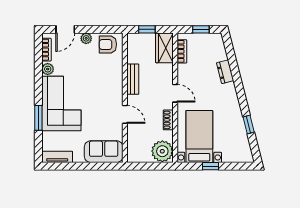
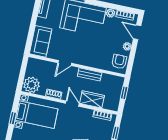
wardrobe: (164, 48) -> (92, 99), moved
door: (175, 93) -> (72, 104), swing flipped

